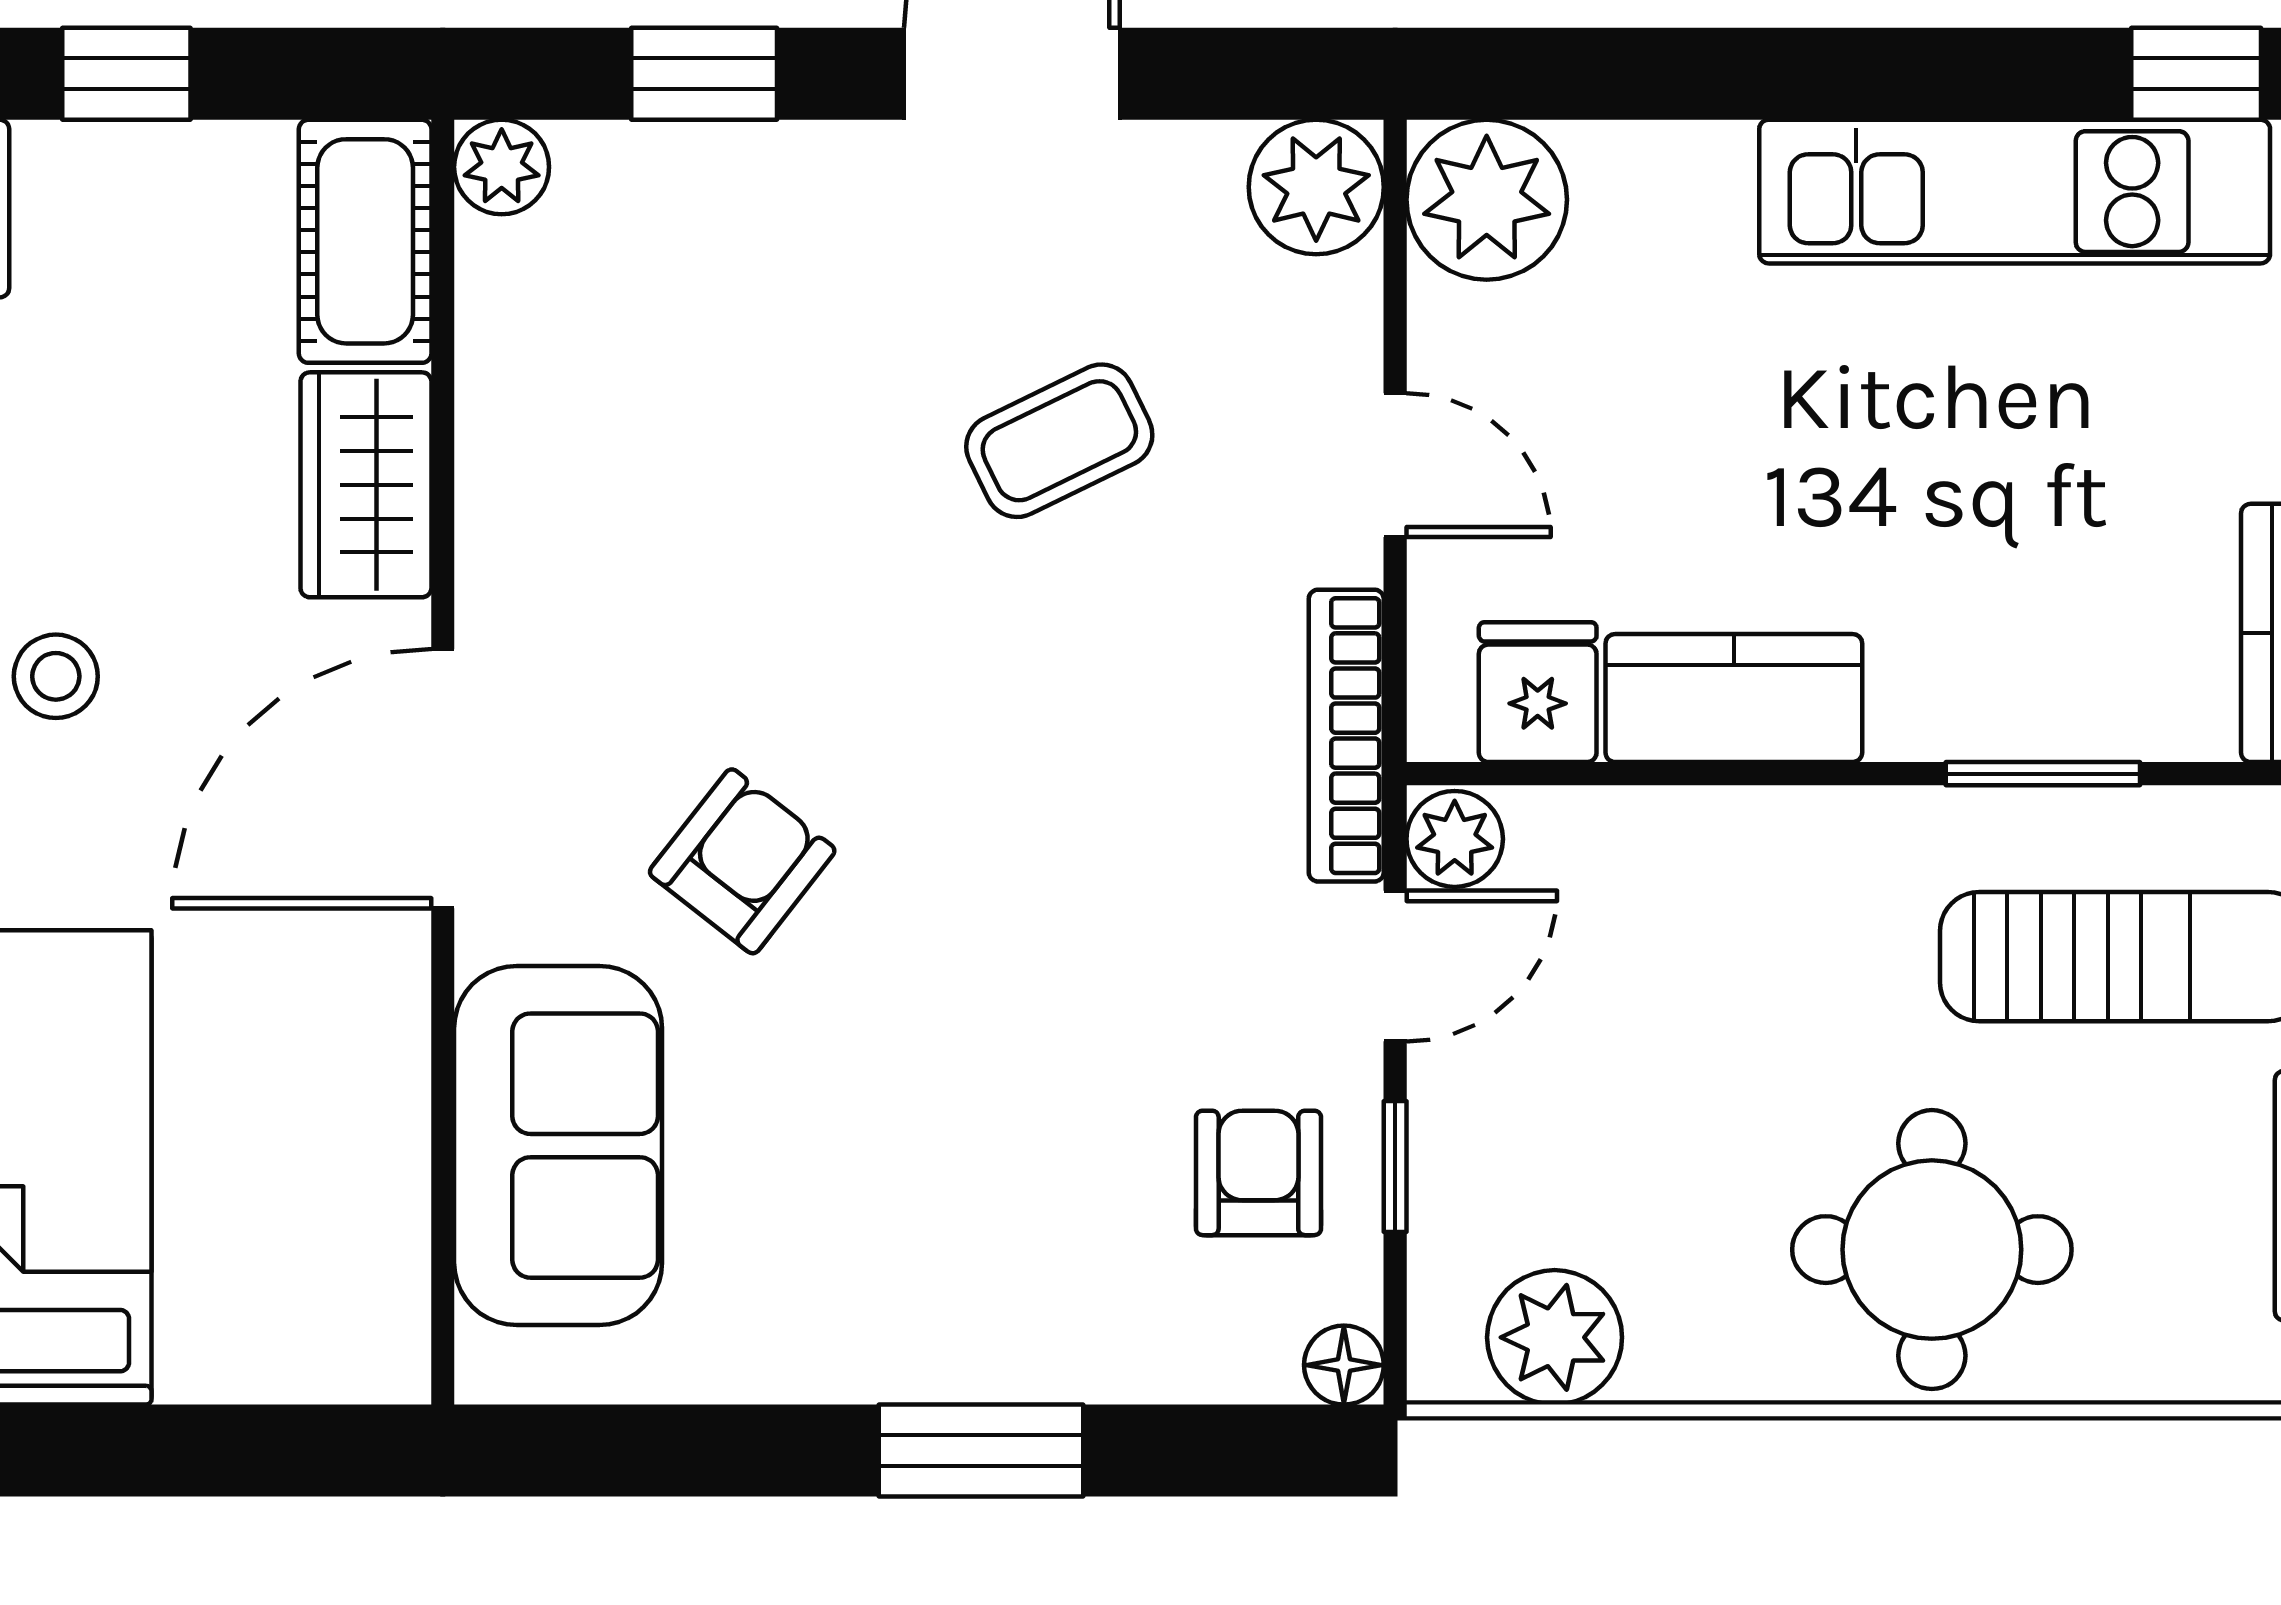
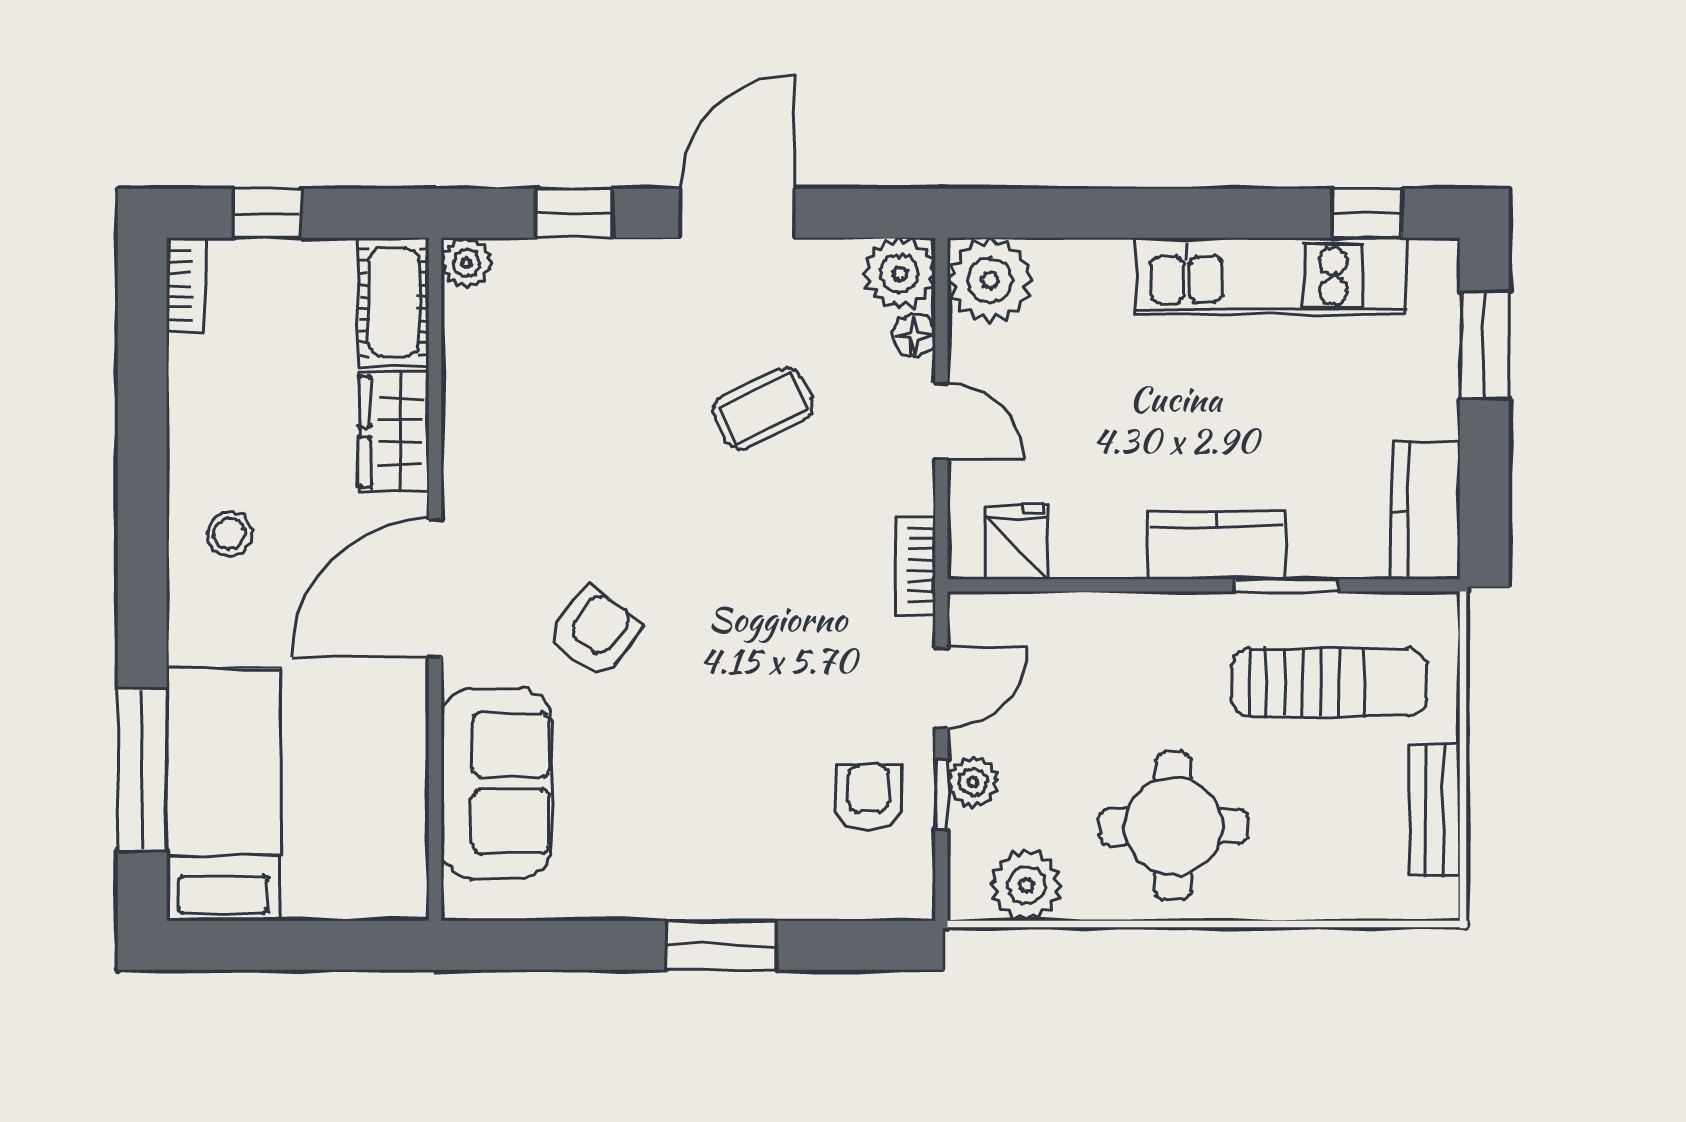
kitchen counter: (1734, 698) -> (1217, 545), moved
bookcase: (1346, 736) -> (915, 565), width x0.64
plant: (1455, 839) -> (973, 782), moved
round table: (1932, 1250) -> (1173, 826), moved
floor lamp: (1344, 1365) -> (914, 335), moved

